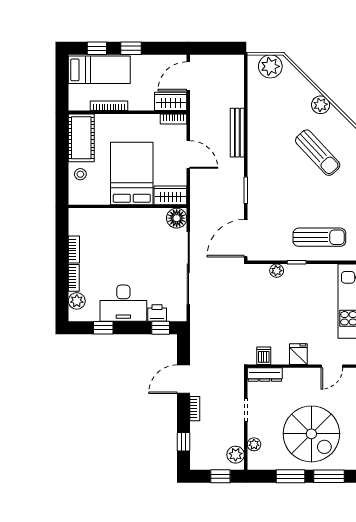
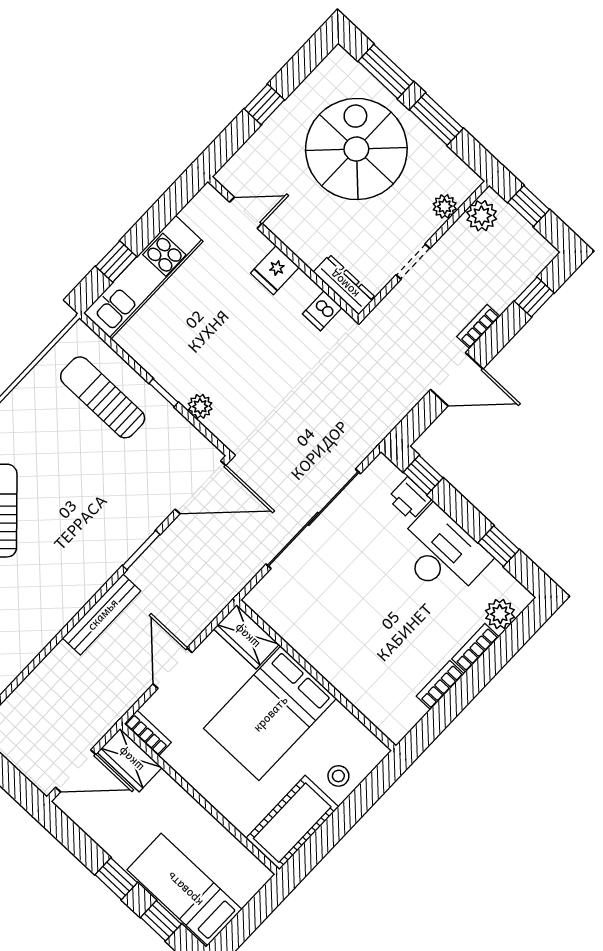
bookcase: (109, 106) -> (216, 830), removed
bench: (237, 133) -> (102, 614), moved
floor lamp: (177, 218) -> (266, 599), removed

